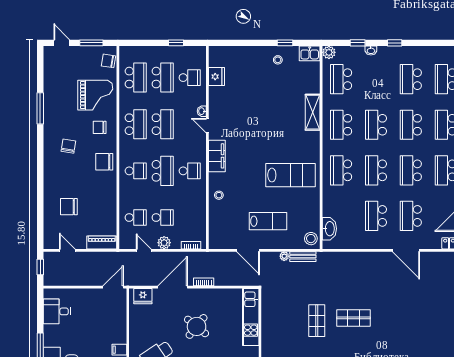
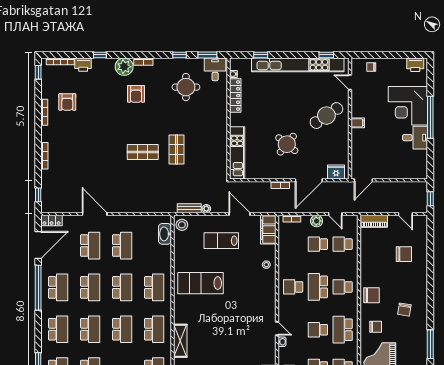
school desk: (163, 124) -> (318, 330), width x0.54
filing cabinet: (217, 156) -> (268, 230), moved
desk: (57, 311) -> (415, 138), moved

